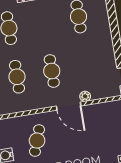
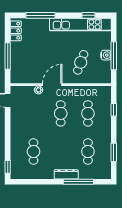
door: (69, 106) -> (52, 85), hinge flipped

